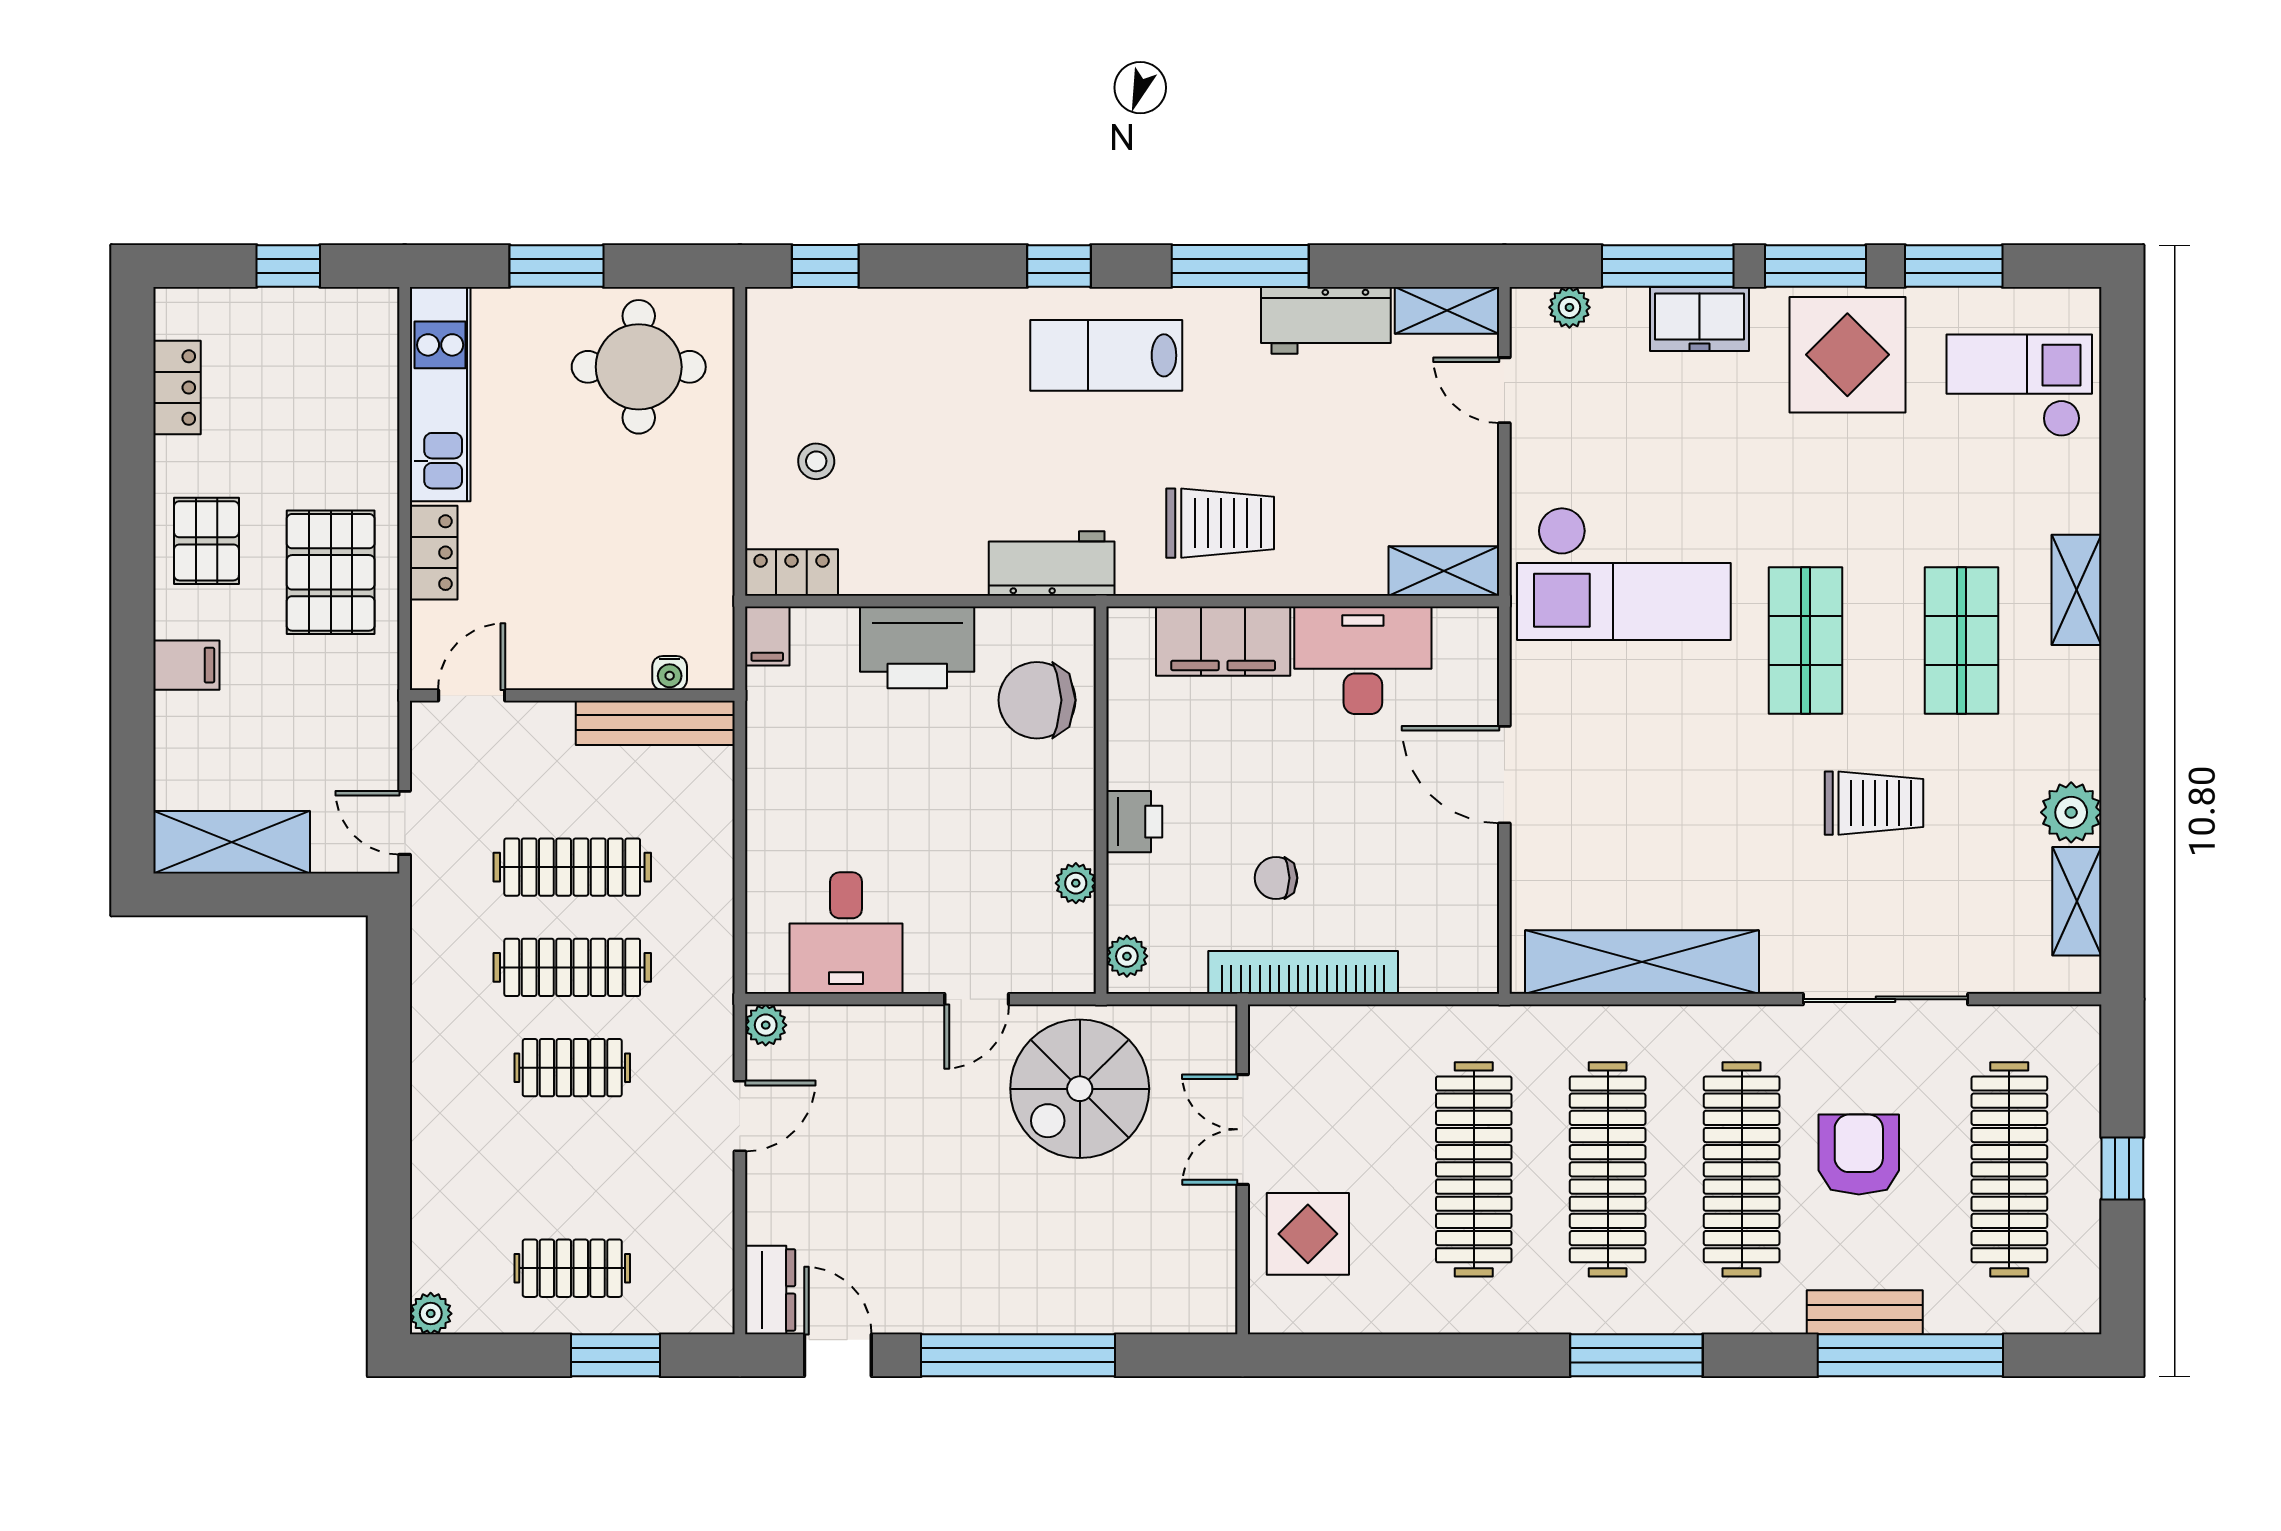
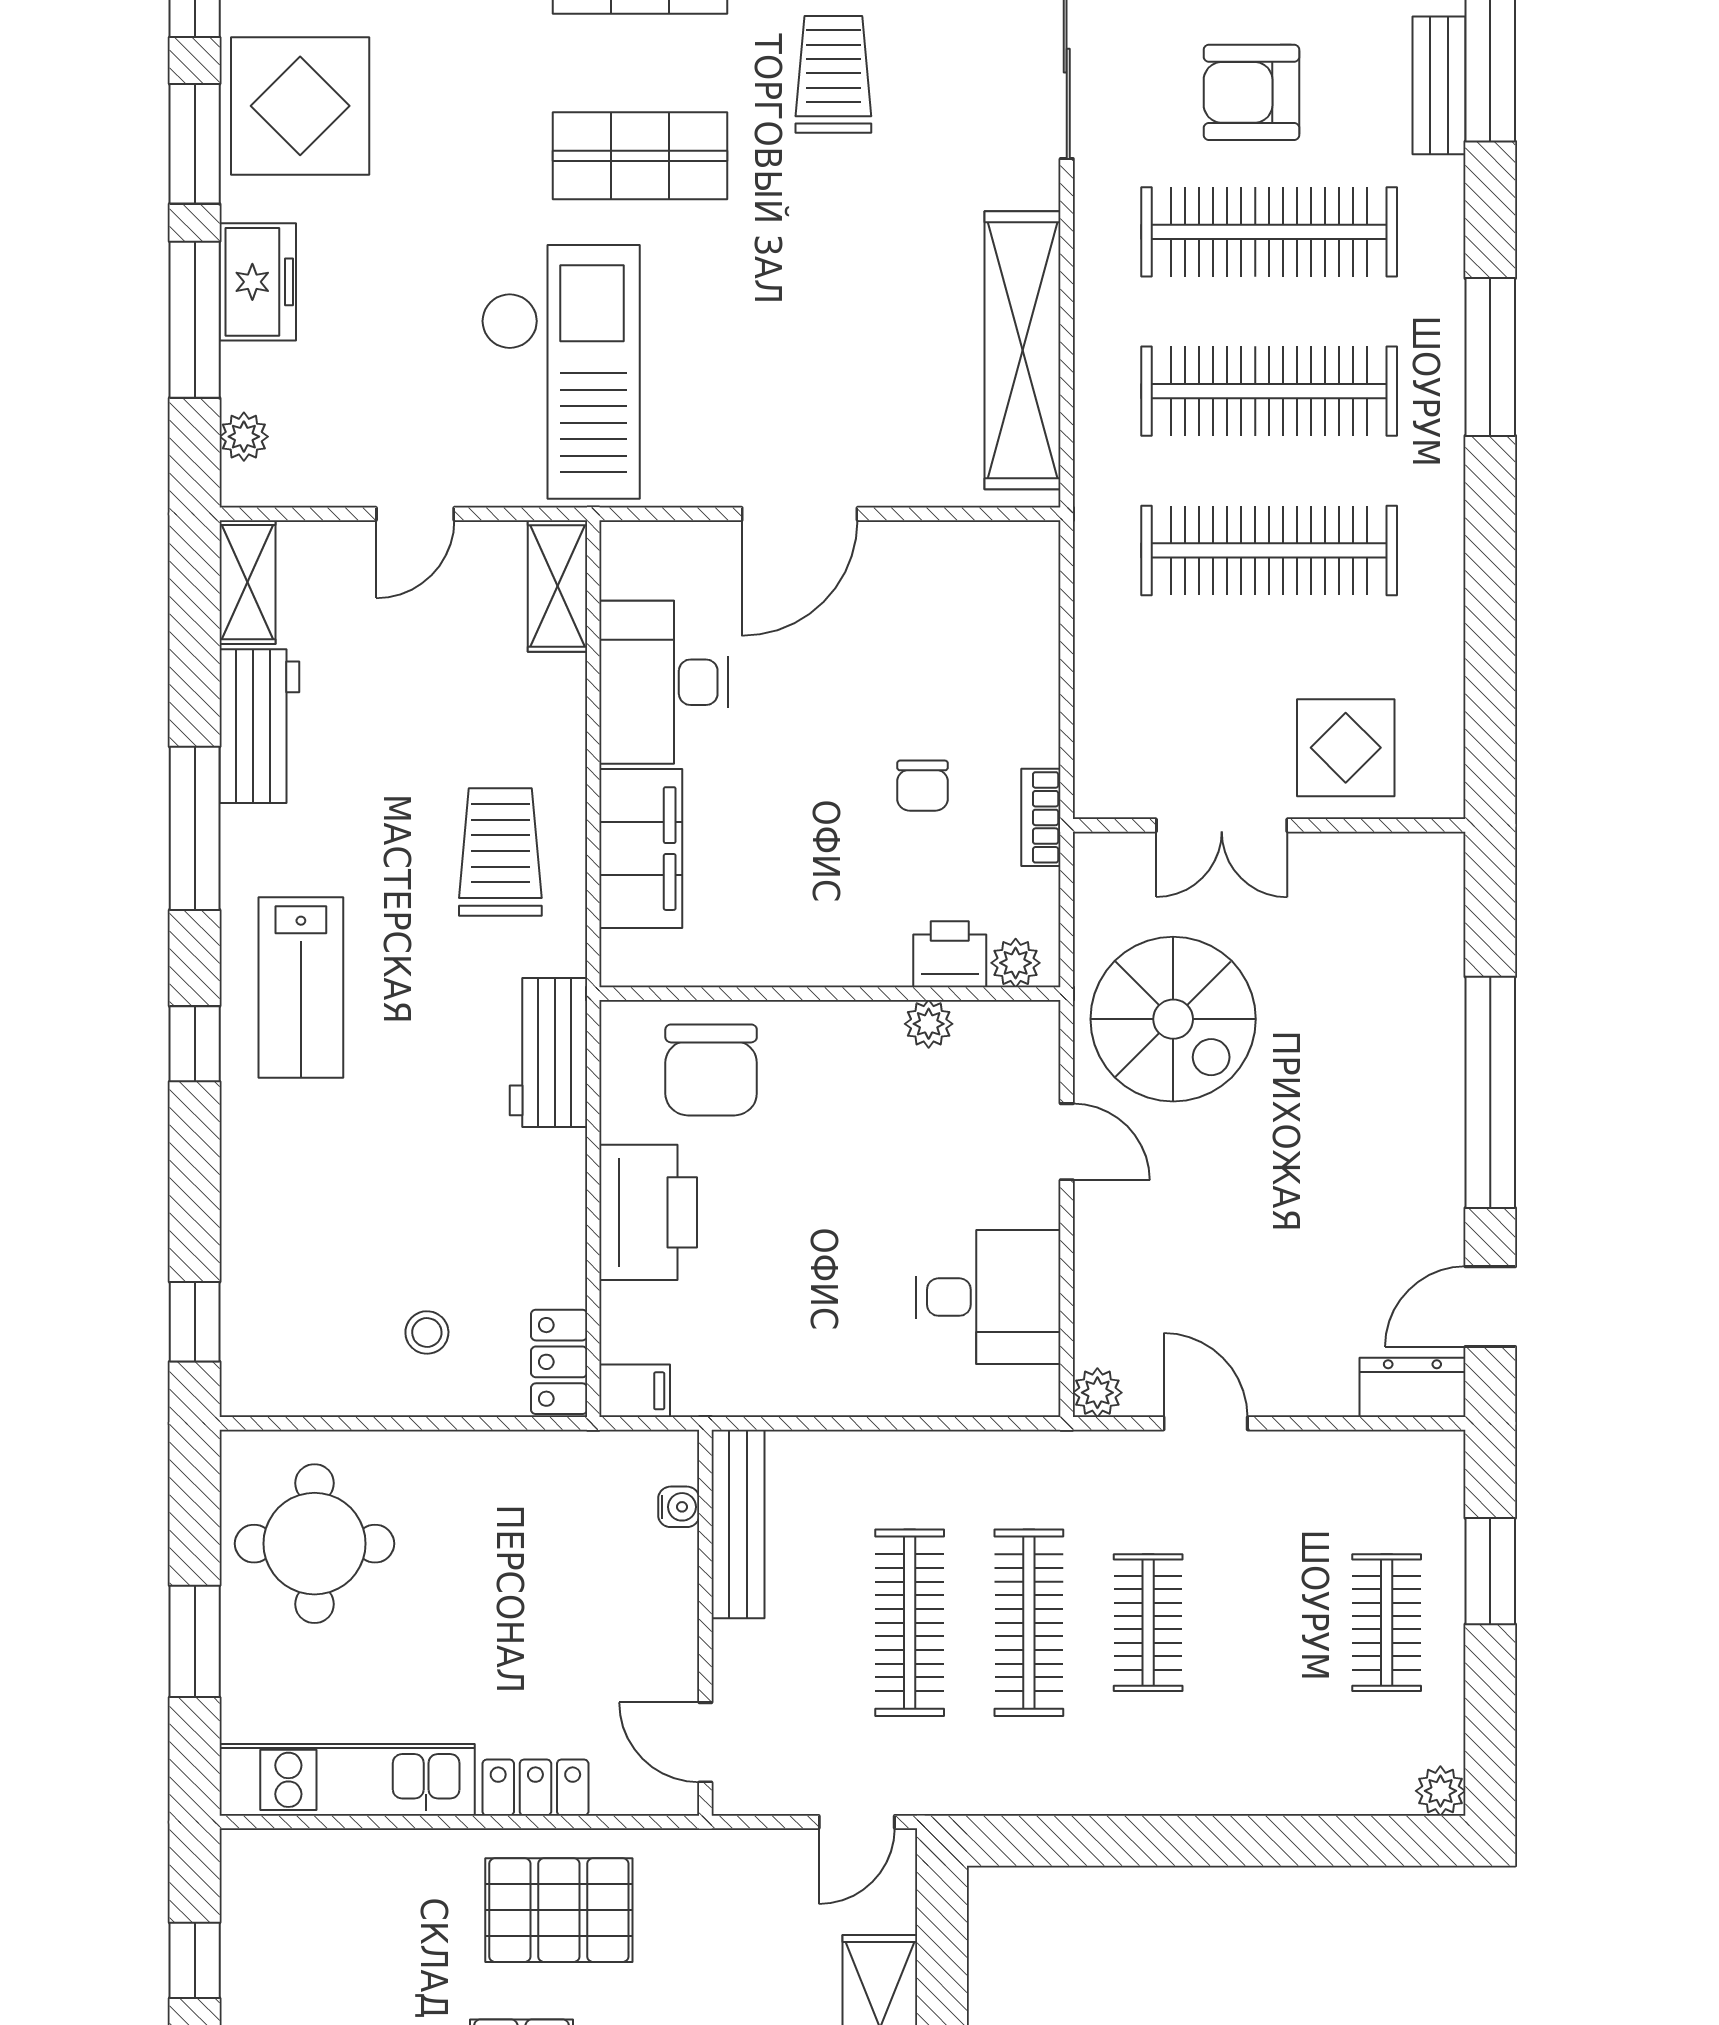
door: (1504, 390) -> (415, 514), moved
printer: (1134, 822) -> (950, 954), moved
bookcase: (1303, 972) -> (1041, 817), width x0.43, depth x0.76

